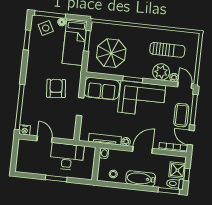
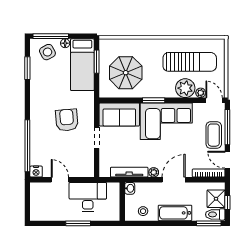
sun lounger: (167, 50) -> (190, 62), width x1.36, depth x1.34

